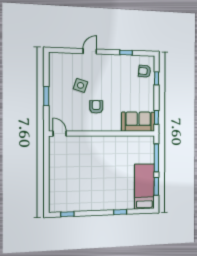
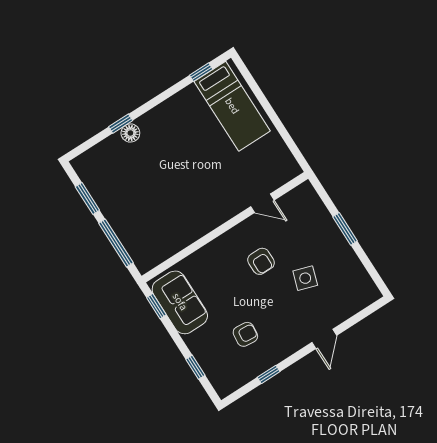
armchair: (145, 71) -> (245, 334), moved
sofa: (138, 122) -> (180, 302), moved, turned -90
door: (60, 134) -> (262, 203), moved
bed: (144, 186) -> (232, 106), moved
floor lamp: (118, 205) -> (130, 133), added

